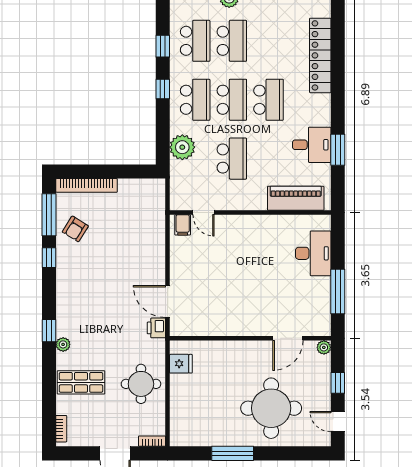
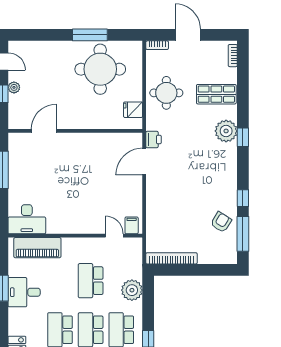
bookcase: (87, 185) -> (171, 258), moved
desk: (313, 253) -> (27, 219), moved, turned -90
door: (168, 302) -> (144, 162), swing flipped
plant: (63, 344) -> (226, 131), width x1.88, depth x1.88
plant: (324, 347) -> (14, 87), moved
round table: (271, 408) -> (100, 69), moved

